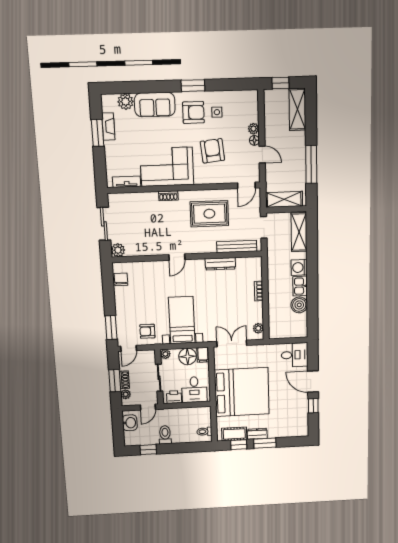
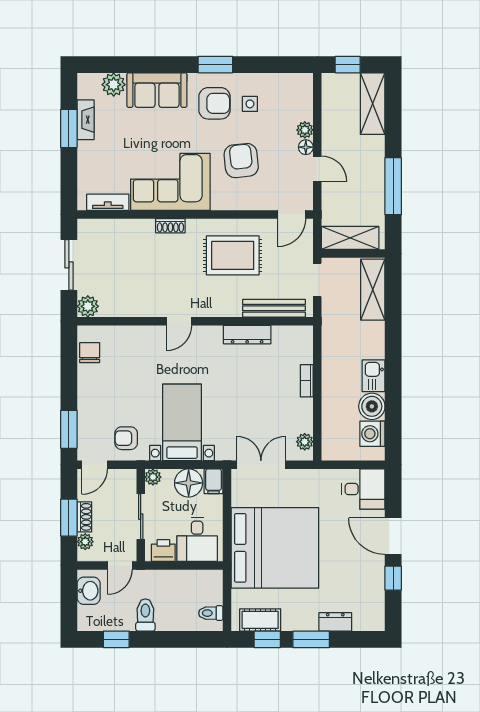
washing machine: (299, 267) -> (372, 434), moved
dresser: (257, 434) -> (335, 622), moved

